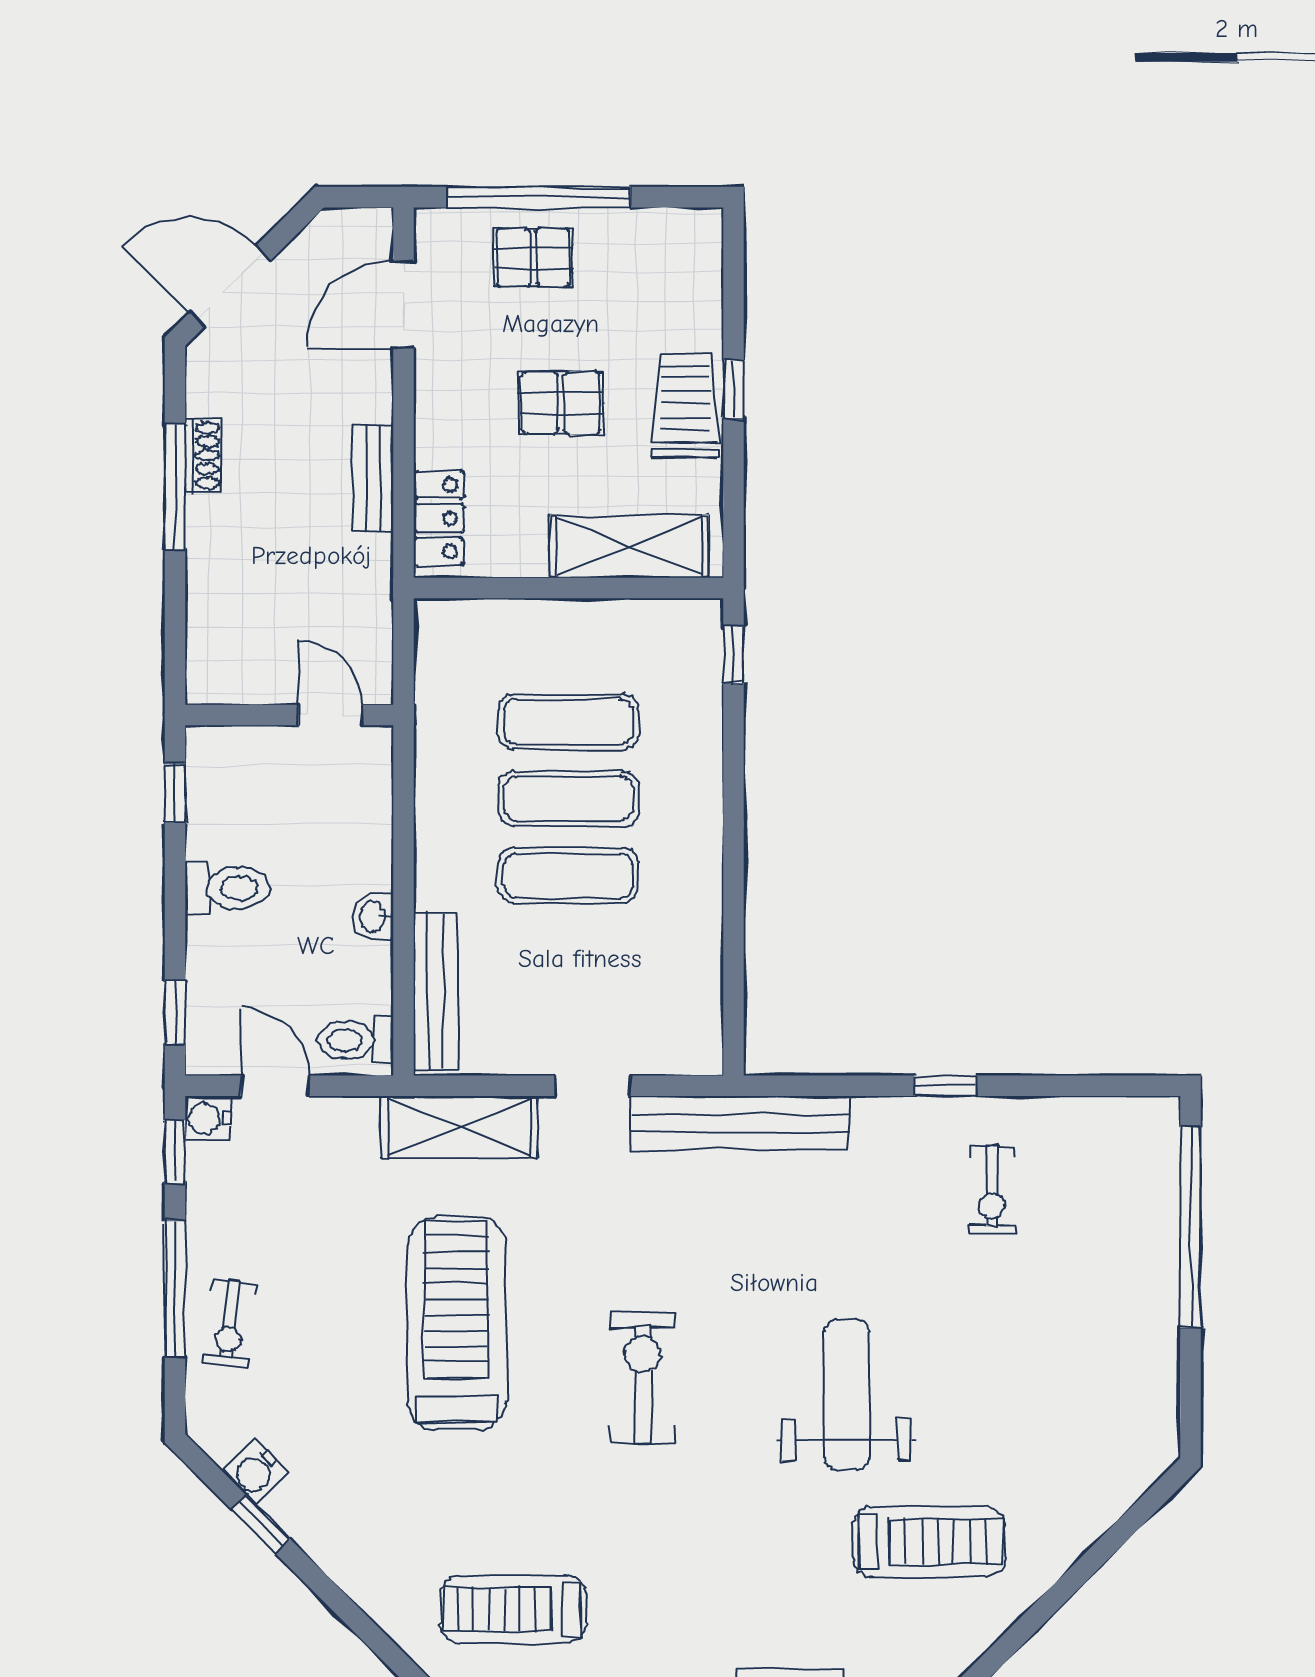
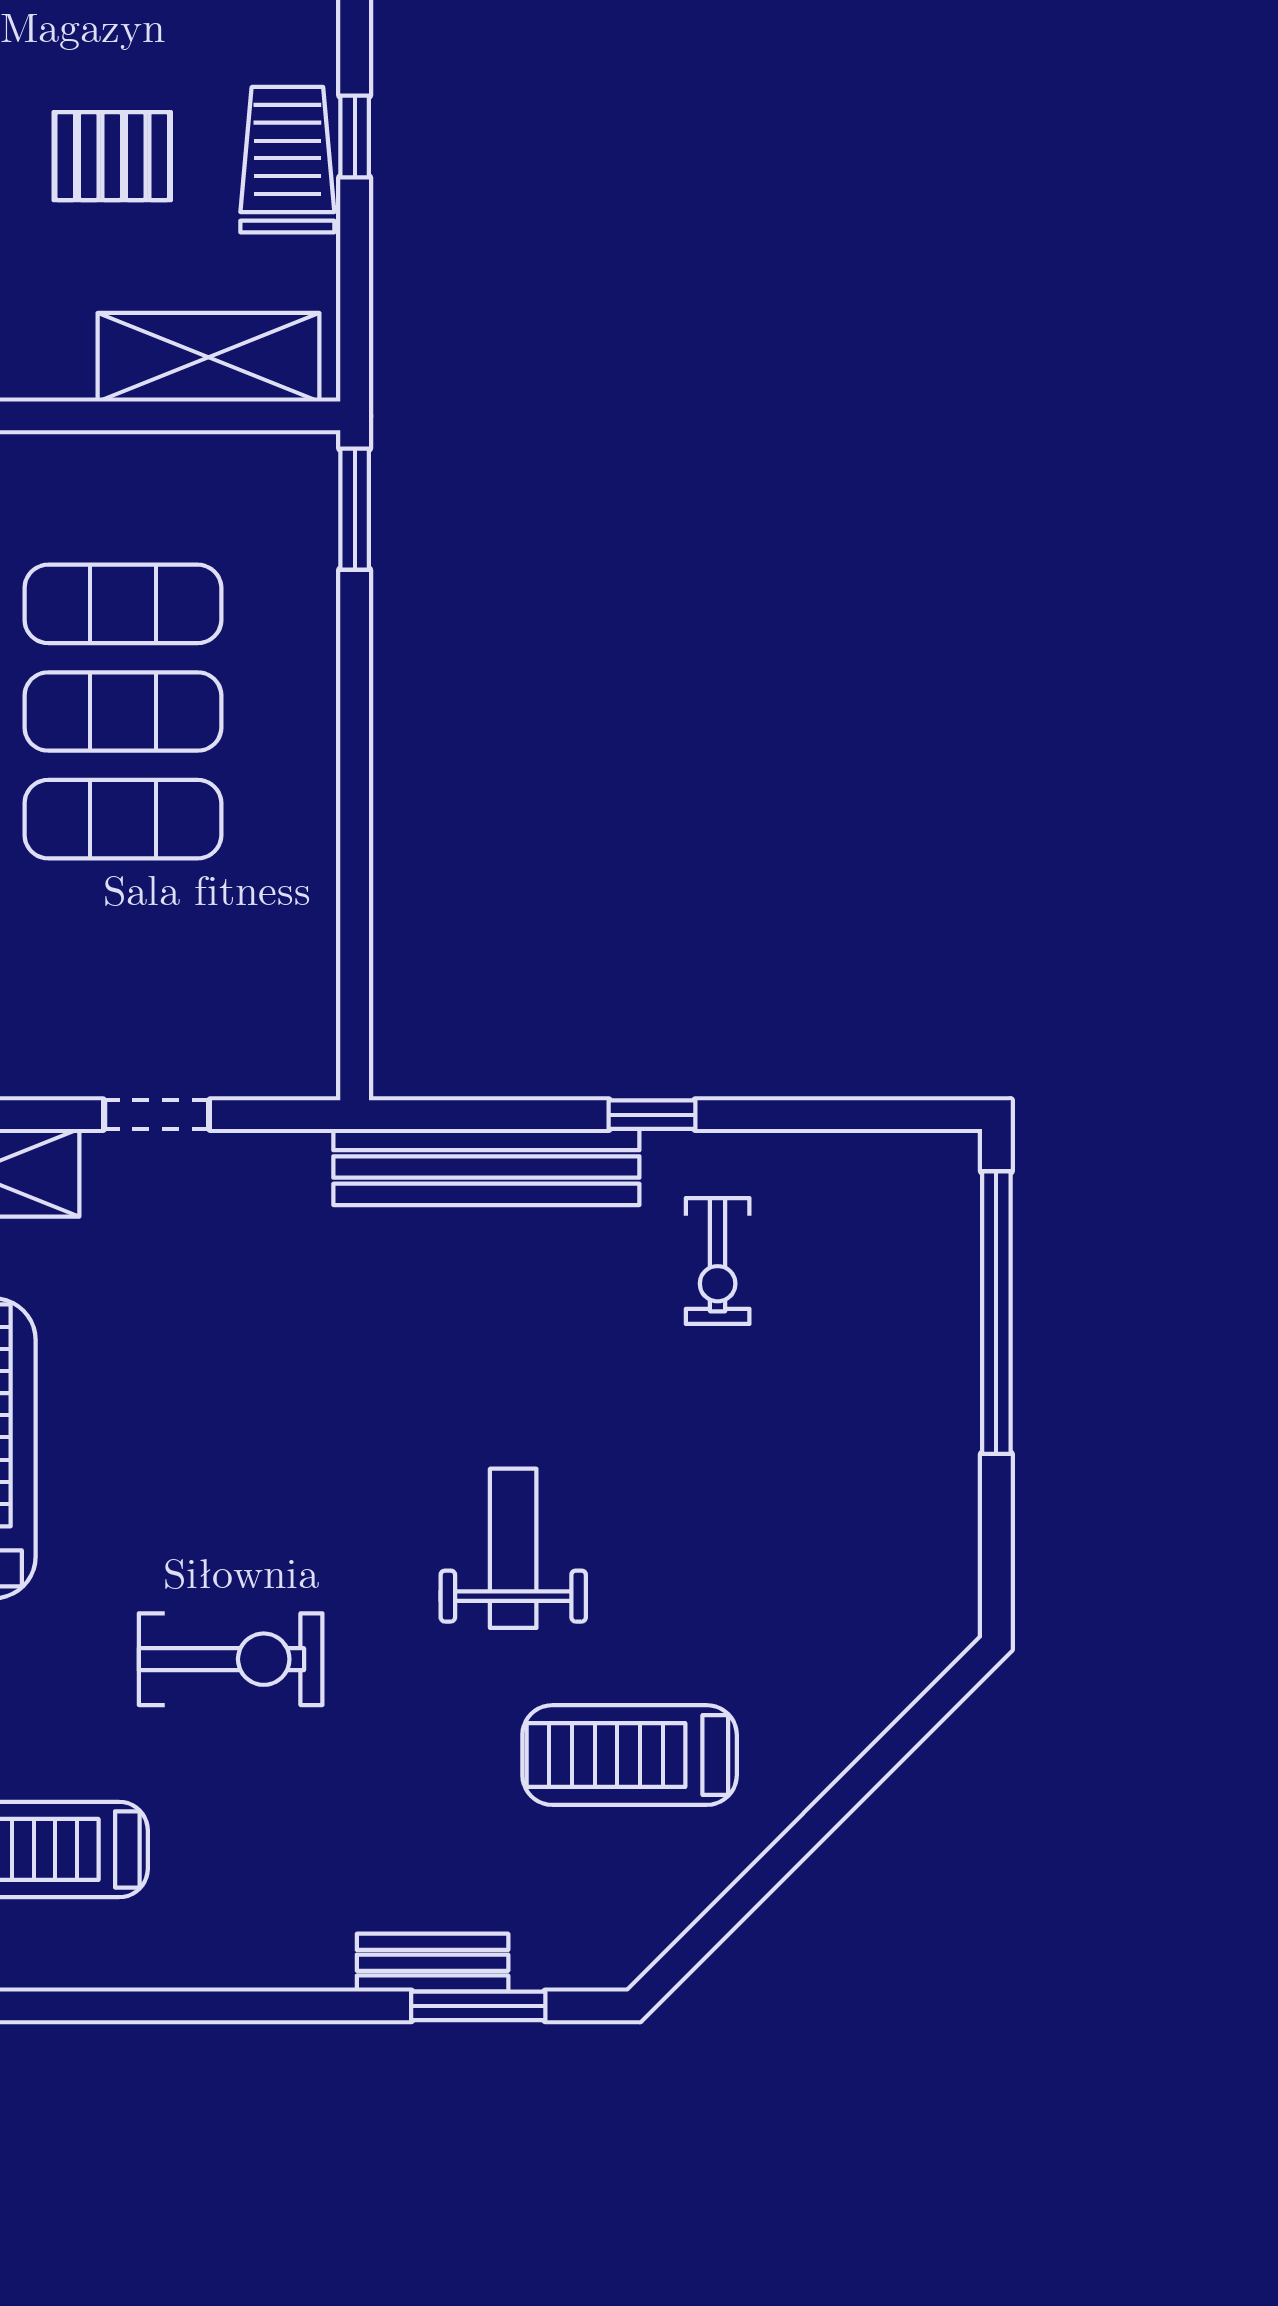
window: (733, 654) -> (355, 509), width x1.50
bench: (740, 1123) -> (486, 1167), moved
exercise bike: (643, 1378) -> (231, 1659), moved, turned 90
weight bench: (846, 1395) -> (513, 1548), width x0.73, depth x0.75
treadmill: (929, 1542) -> (630, 1755), turned 180

